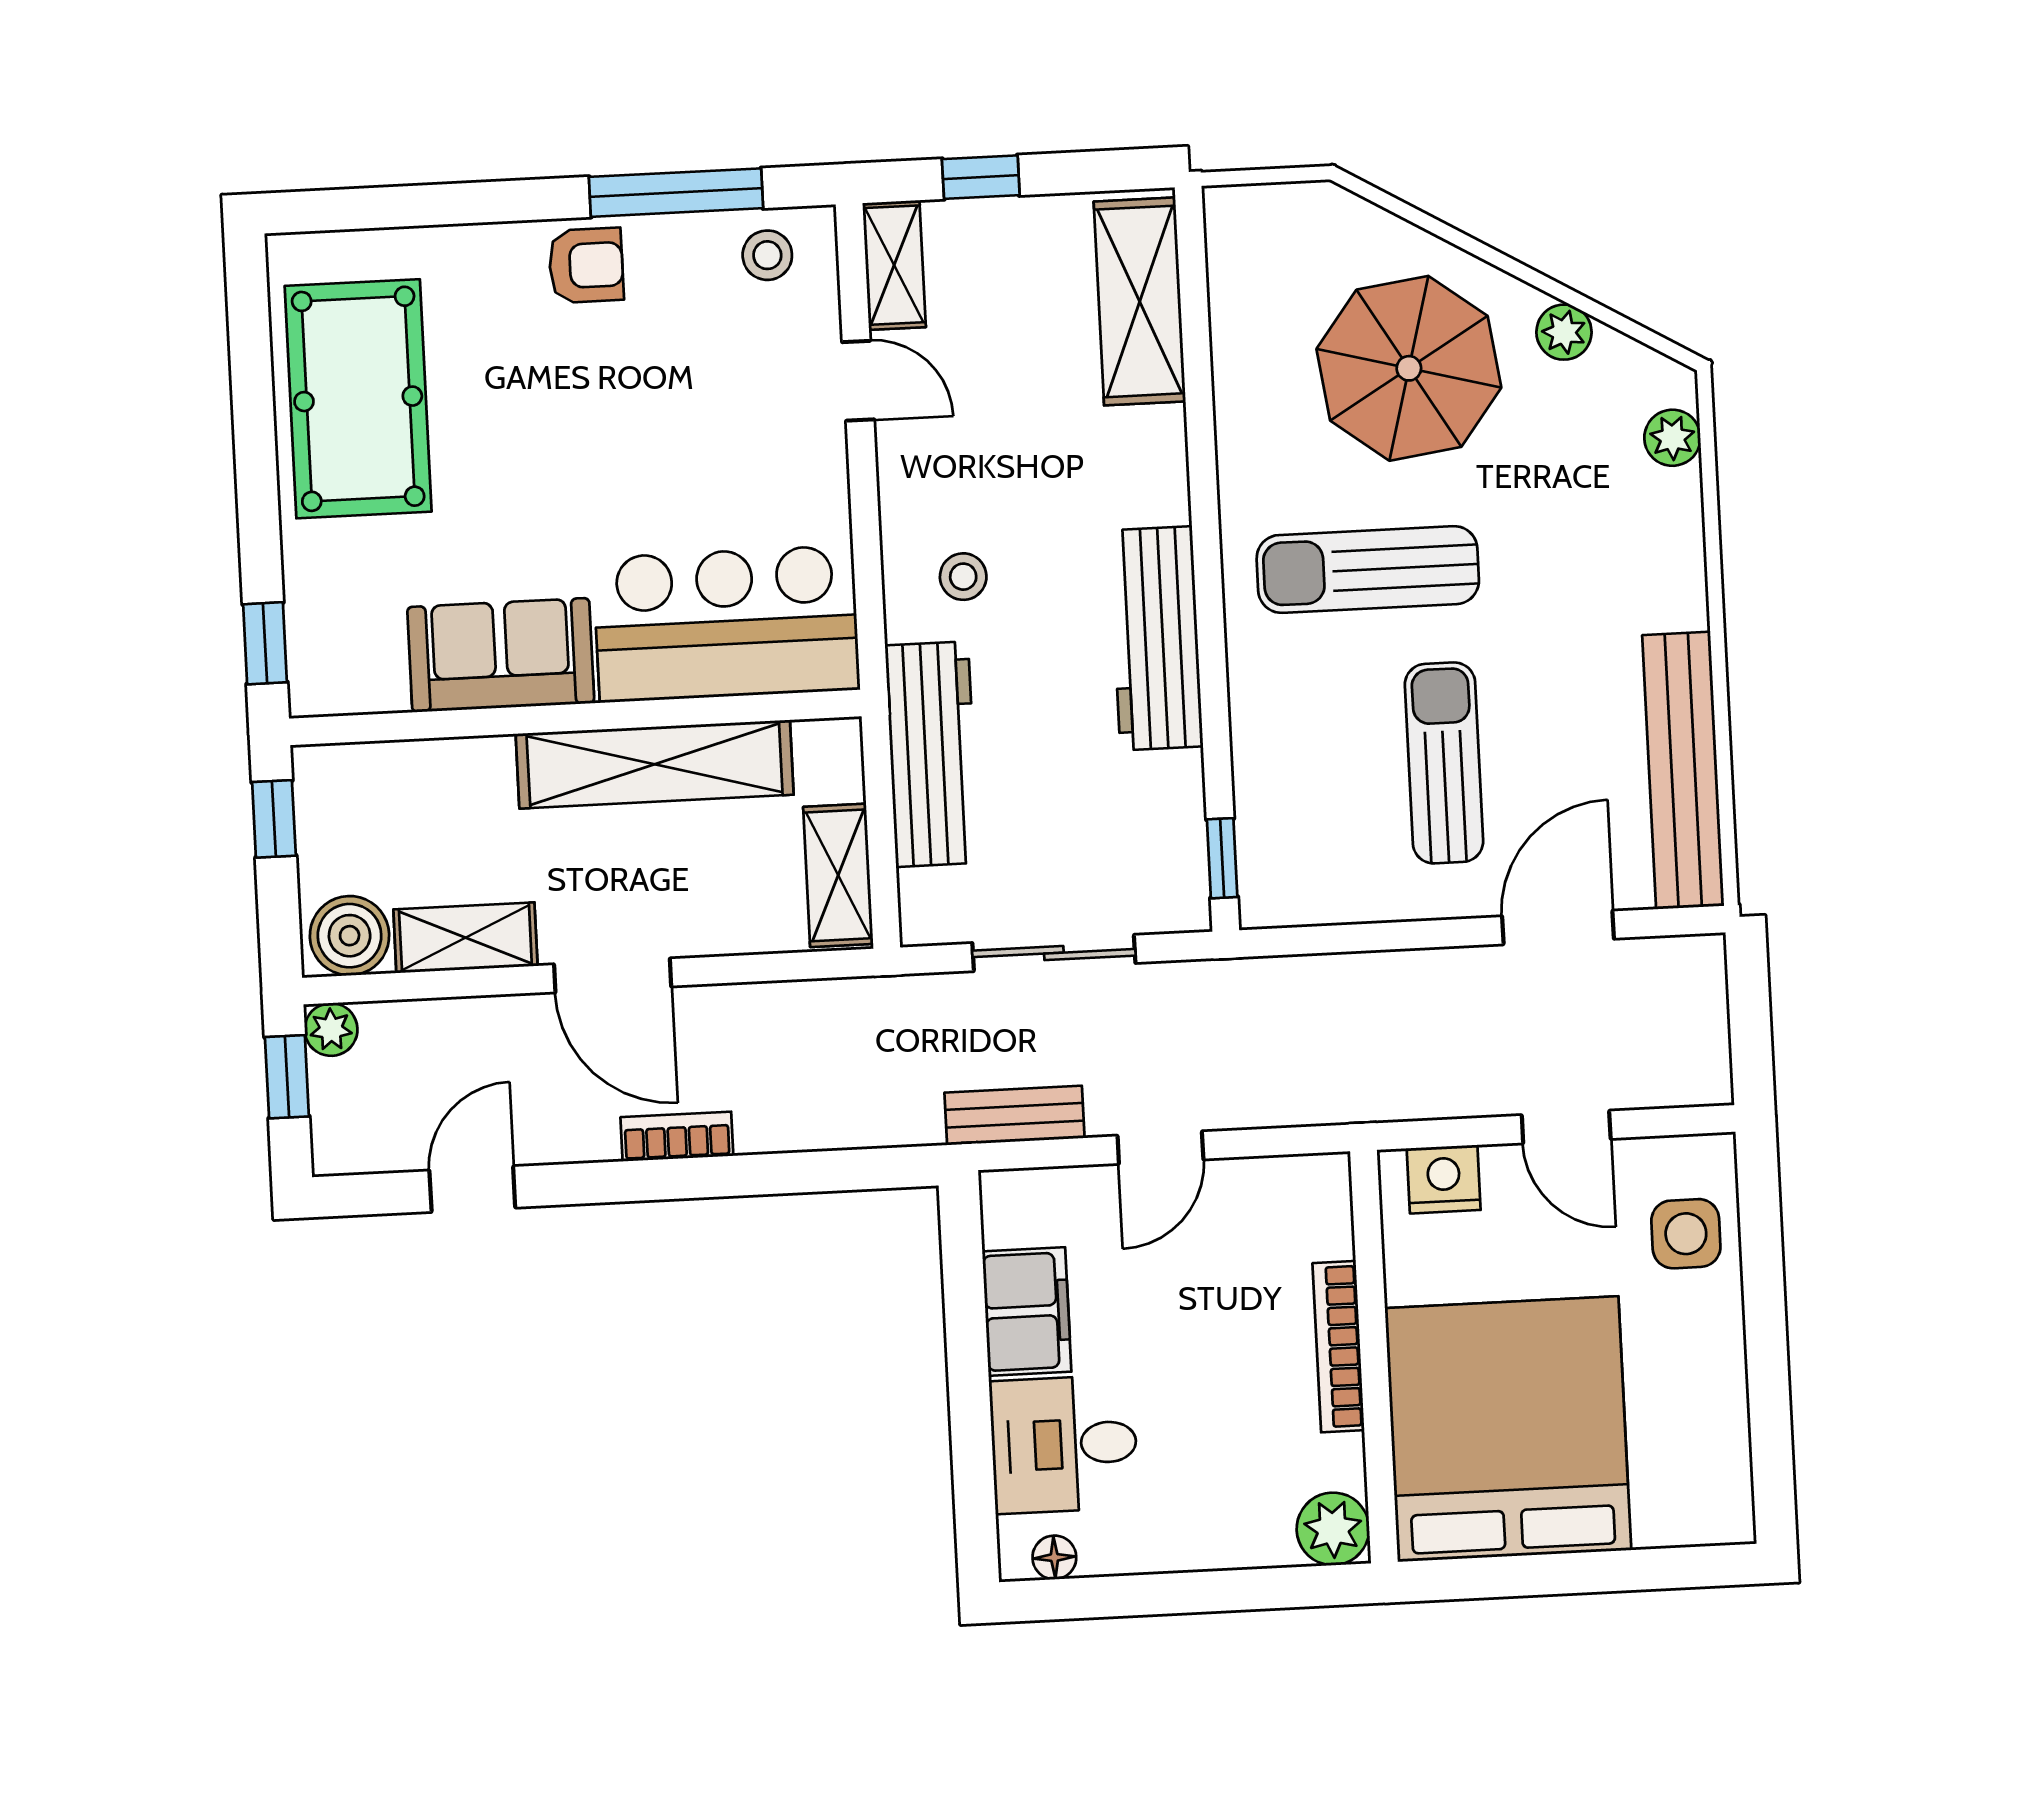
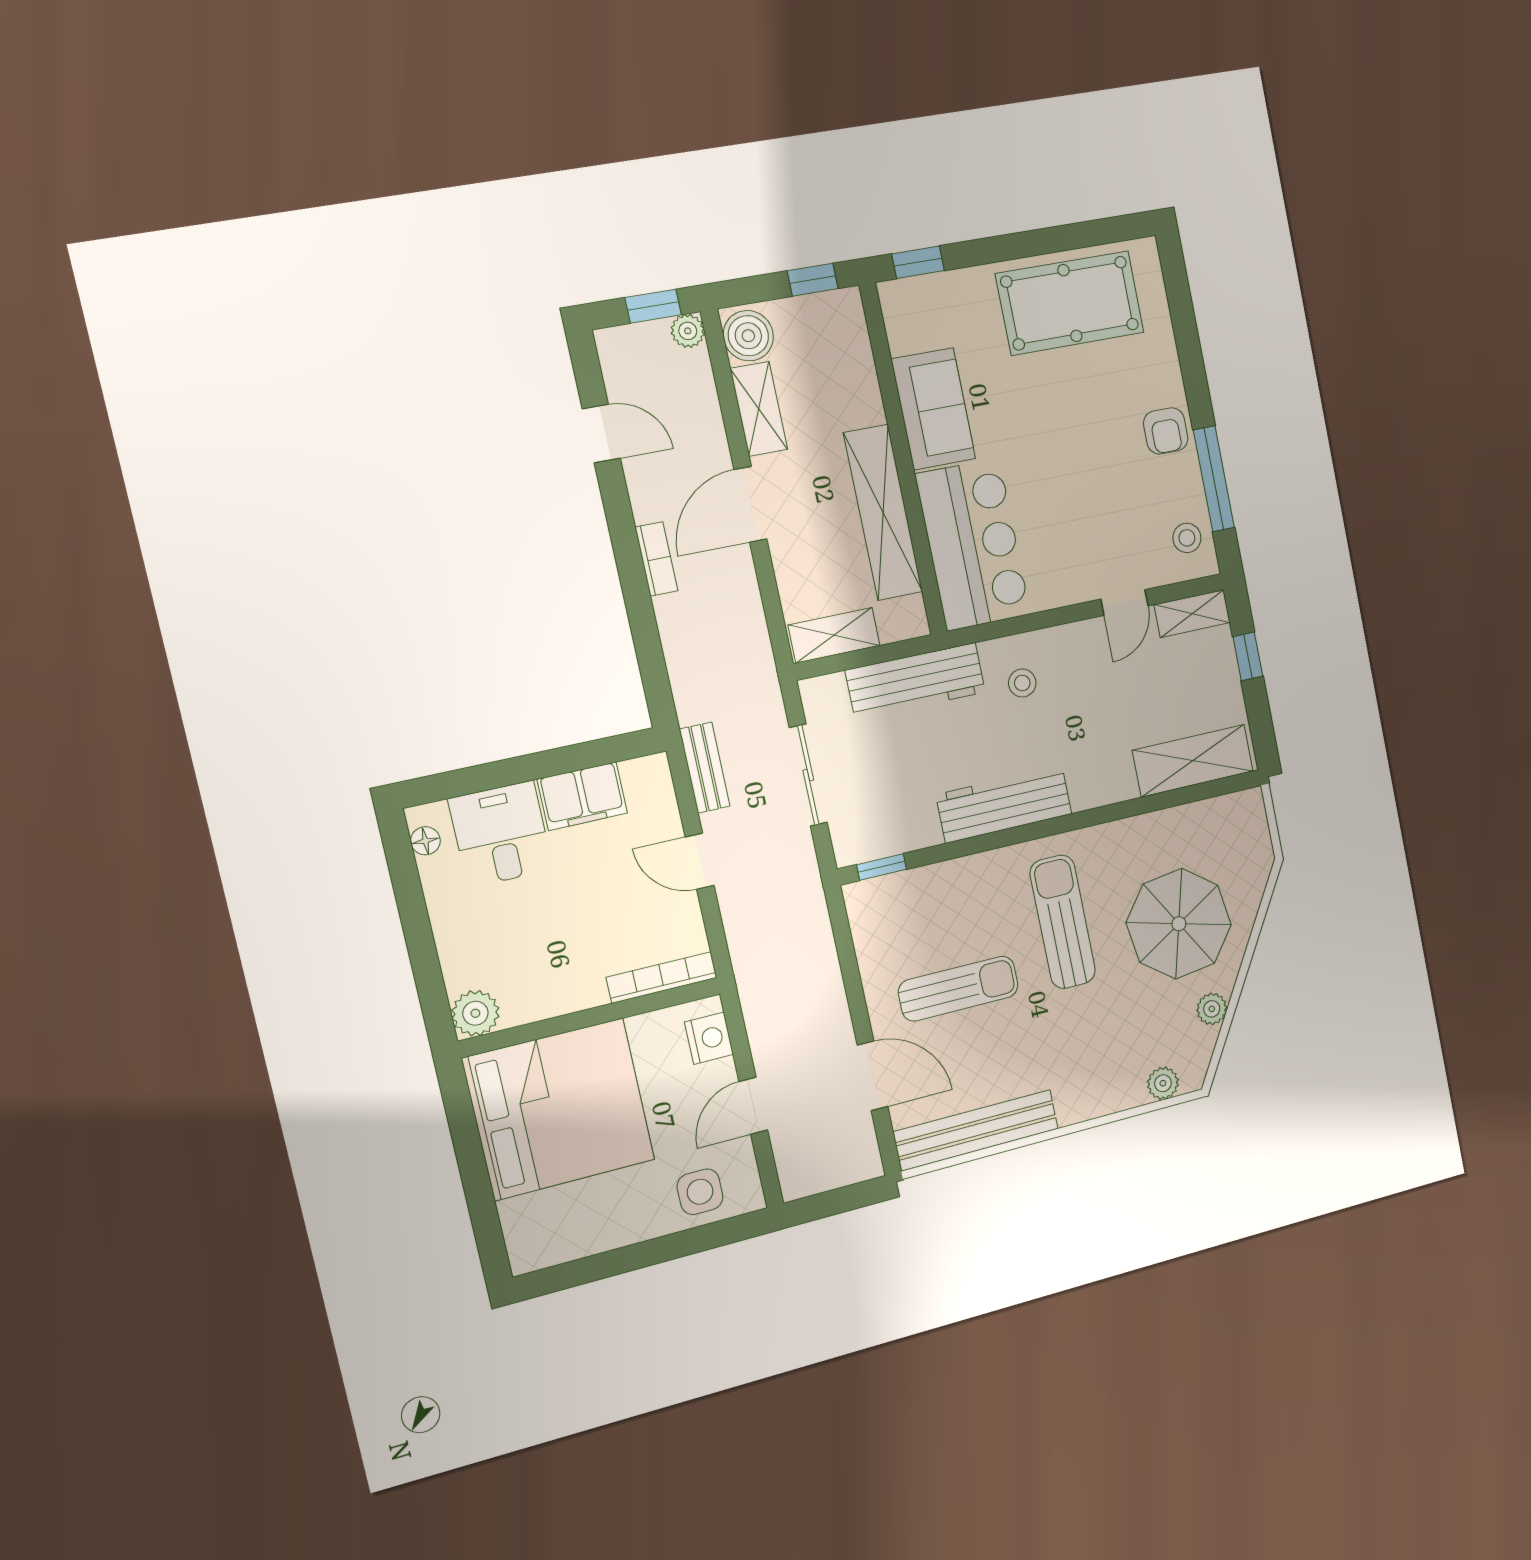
bookcase: (1338, 1347) -> (662, 977), moved

